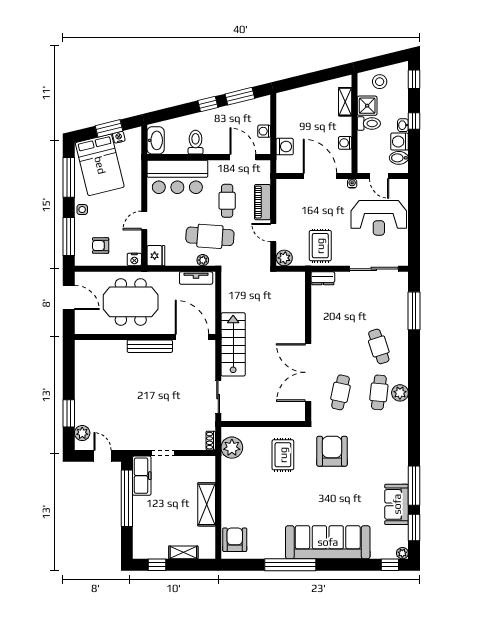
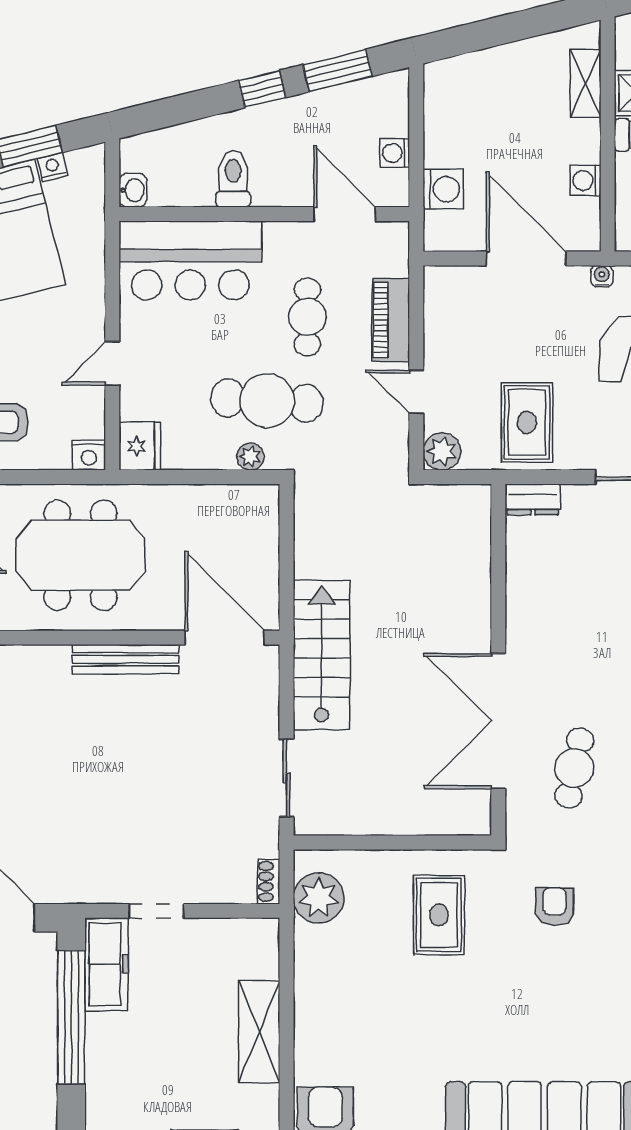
washbasin: (156, 140) -> (133, 190), width x0.52, depth x0.69
tv unit: (196, 278) -> (234, 499), removed
armchair: (332, 451) -> (554, 907), width x0.53, depth x0.53

